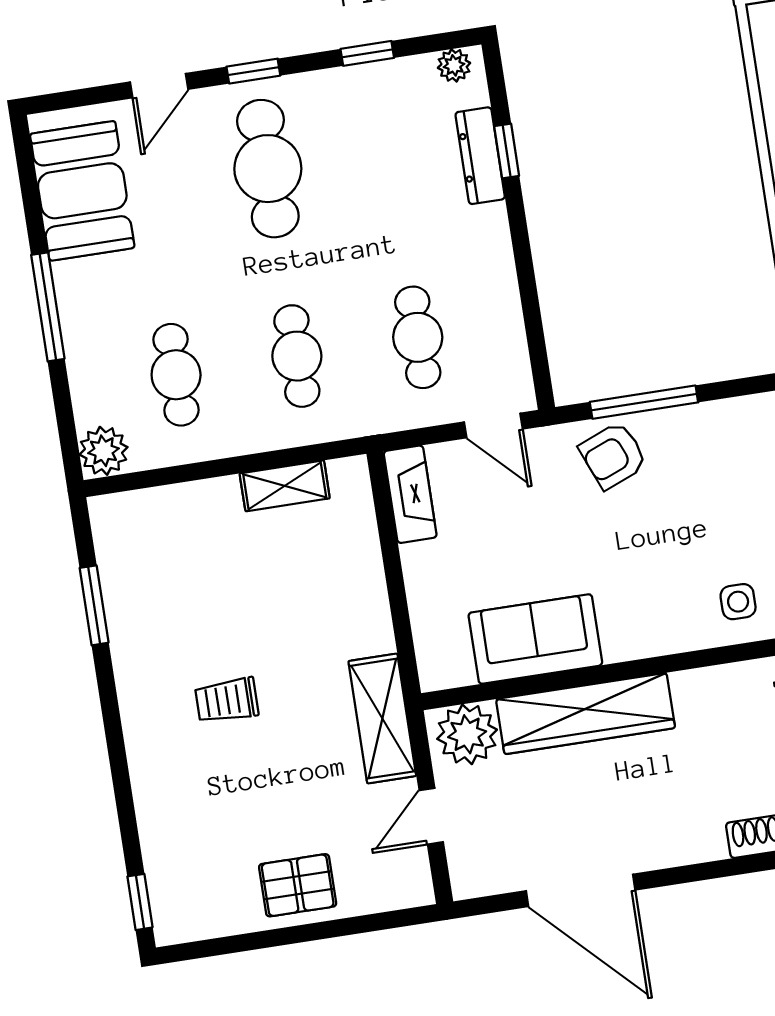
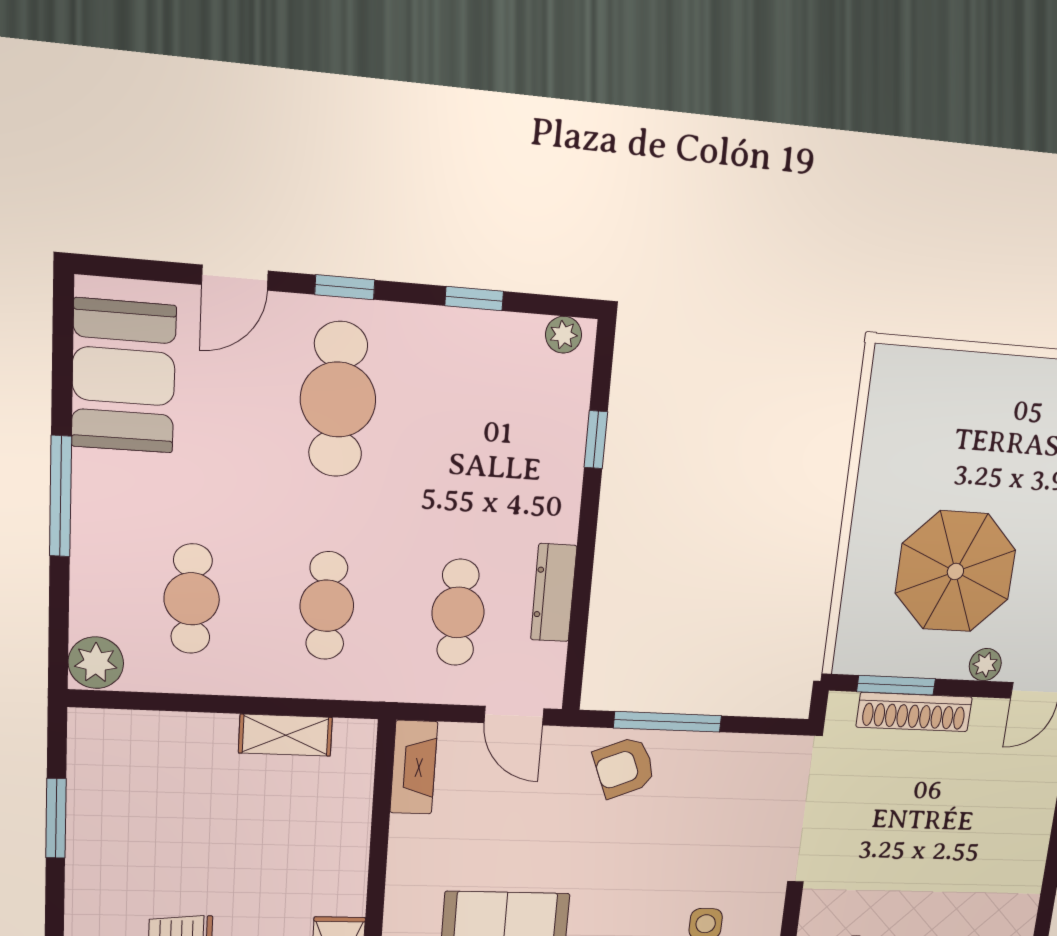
dresser: (480, 156) -> (554, 593), moved

